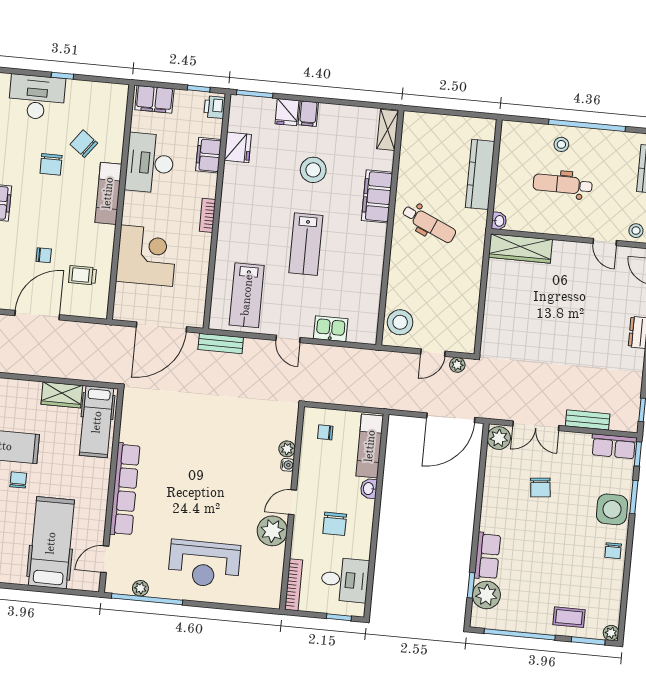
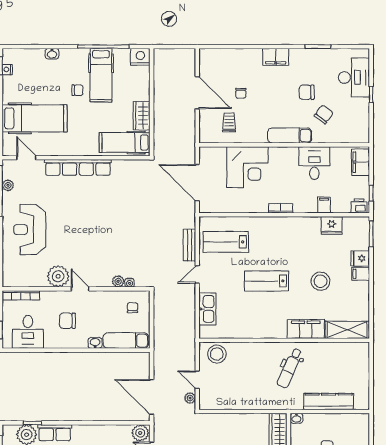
shelving: (388, 130) -> (347, 330), width x1.50, depth x1.33
filing cabinet: (208, 155) -> (324, 205), width x0.50
desk: (150, 163) -> (314, 163), width x0.73
kitchen sink: (331, 329) -> (207, 309), width x1.38
bench: (221, 343) -> (189, 245), moved
water cooler: (287, 465) -> (130, 283), moved

